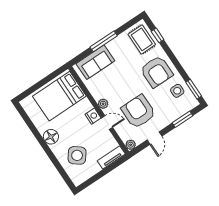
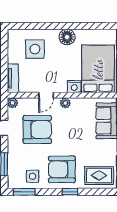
window: (158, 35) -> (70, 192), moved
nightstand: (93, 116) -> (74, 87), moved
side table: (77, 155) -> (35, 49), turned -38

